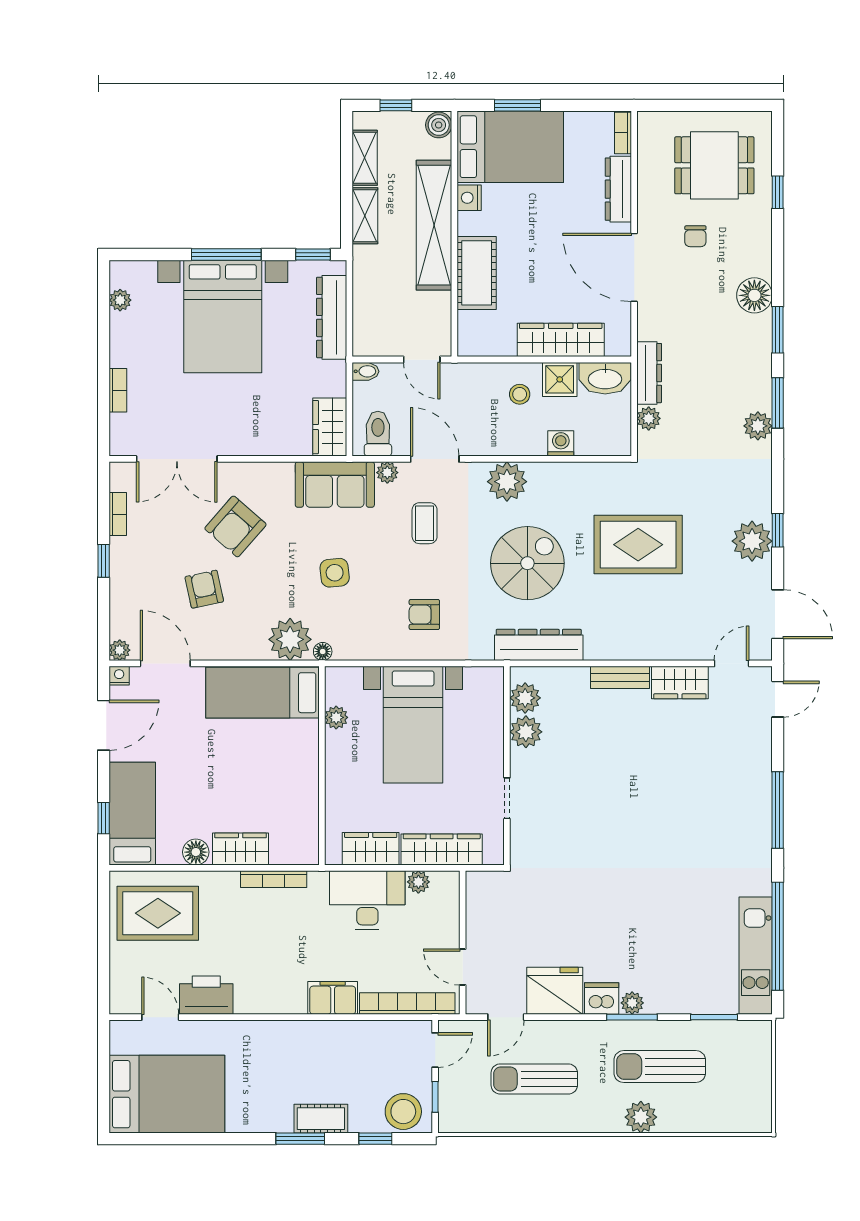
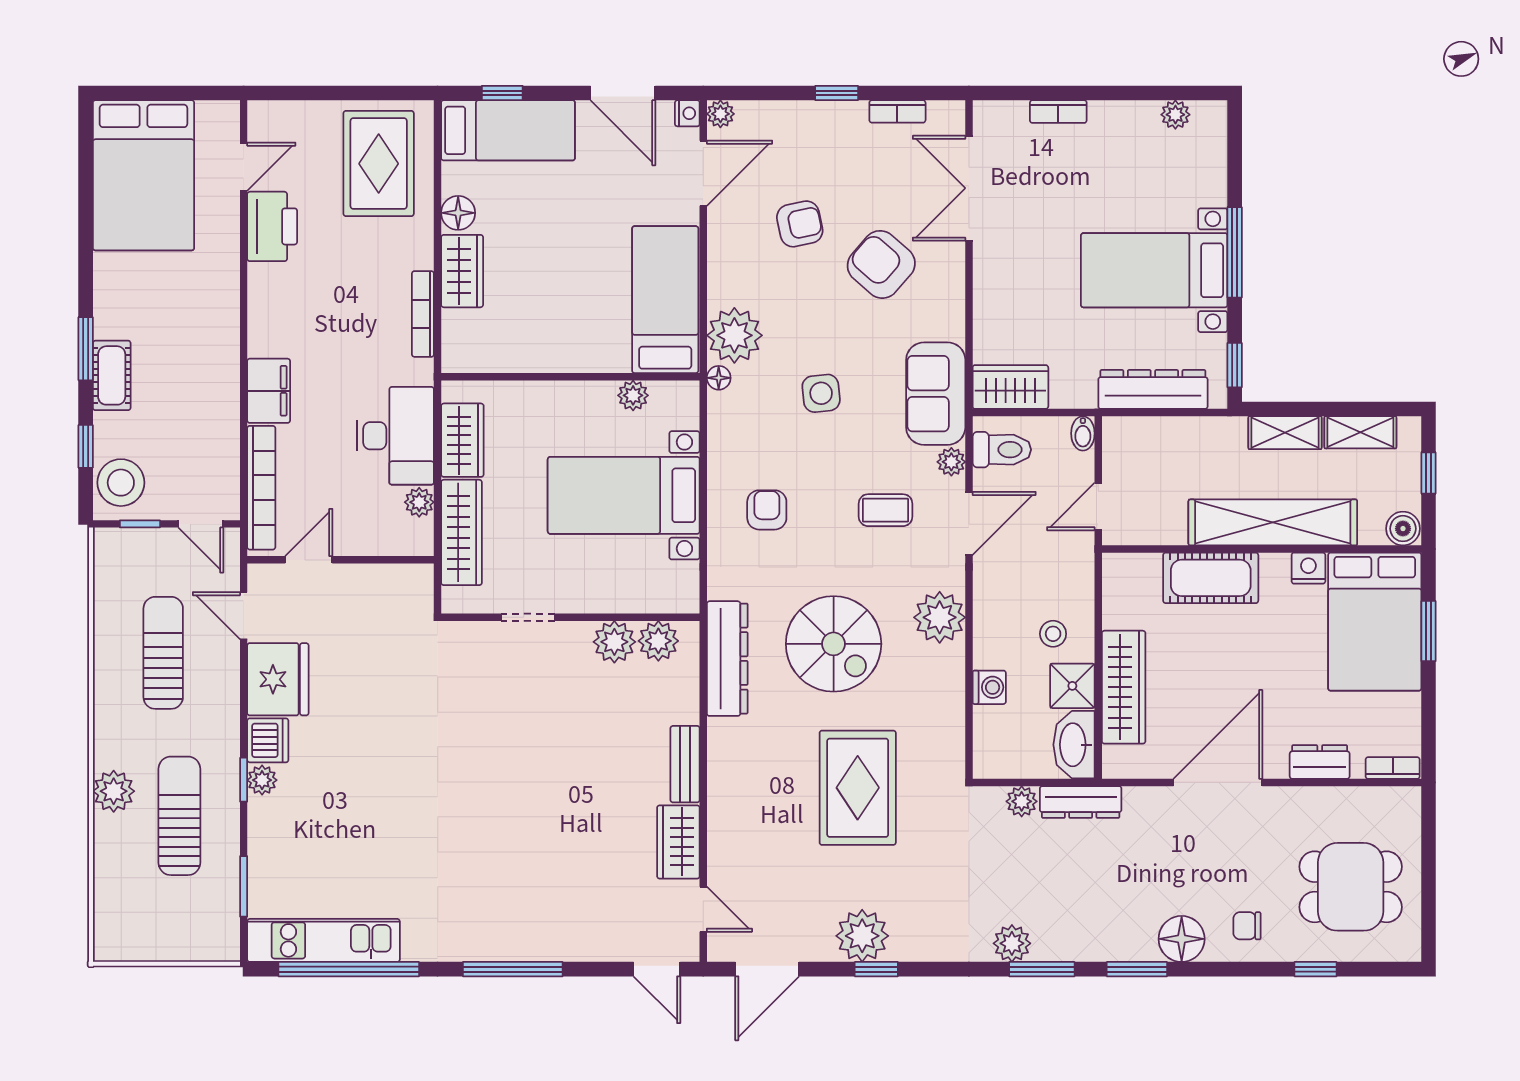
dining table: (714, 165) -> (1351, 887), turned 90
dresser: (618, 189) -> (1320, 762), width x0.70
chair: (695, 236) -> (1247, 926), moved
bed with nightstands: (223, 316) -> (1154, 270), width x0.73
window: (632, 1017) -> (244, 780), width x0.67

